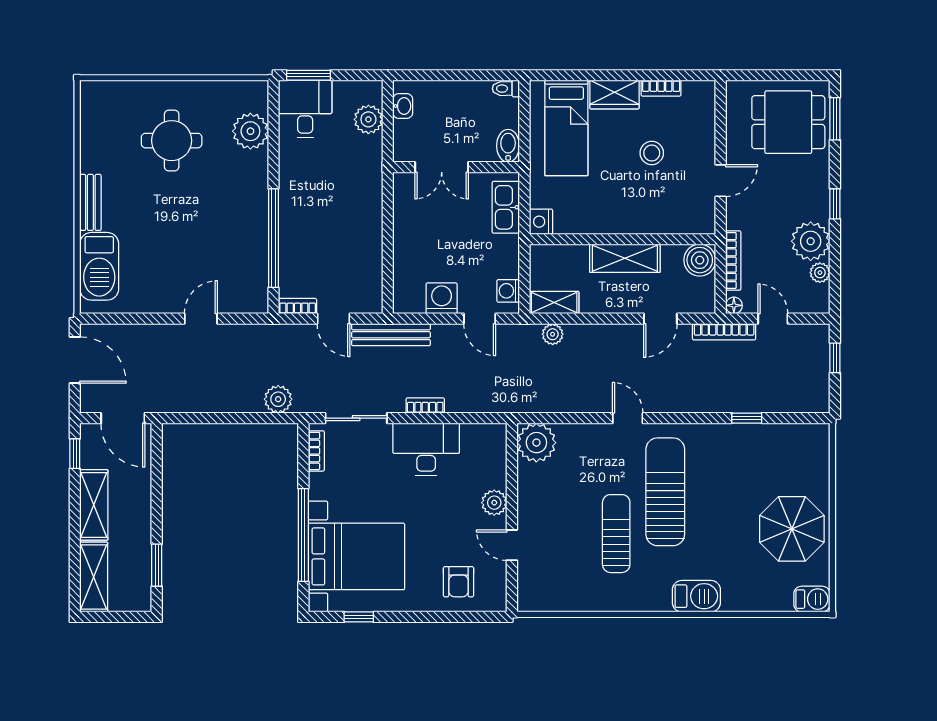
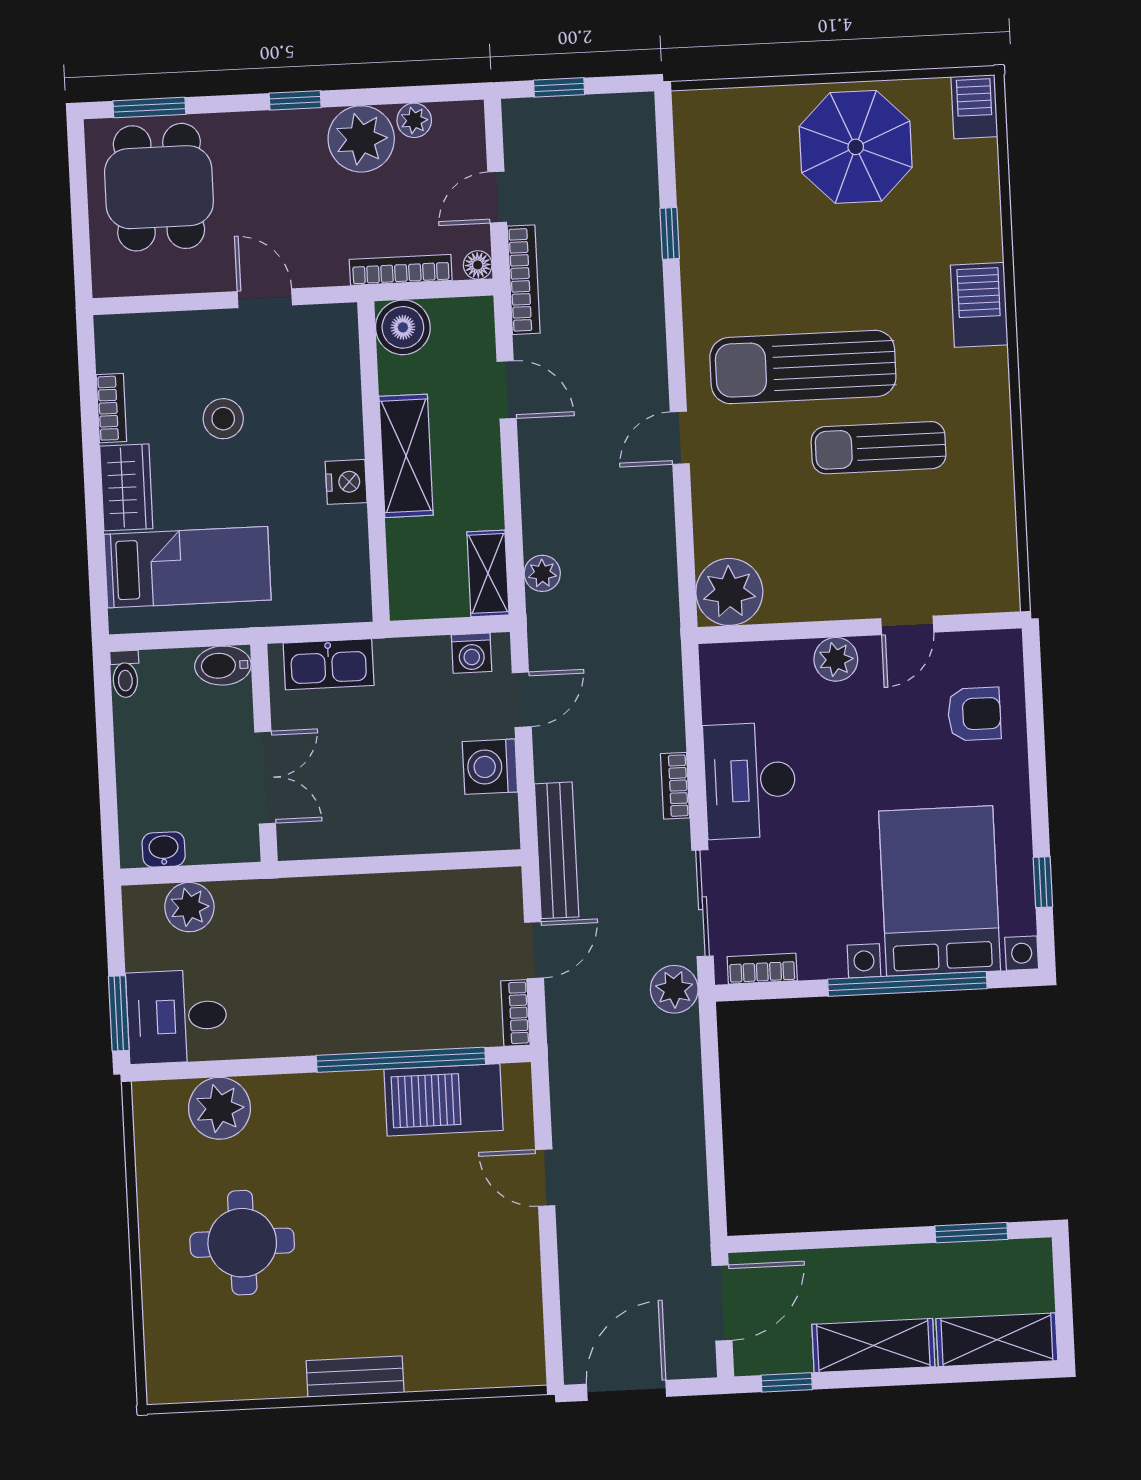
nightstand: (541, 222) -> (346, 482), moved, turned -90
barbecue: (99, 266) -> (443, 1100), moved, turned 180
plant: (278, 399) -> (674, 989), moved

